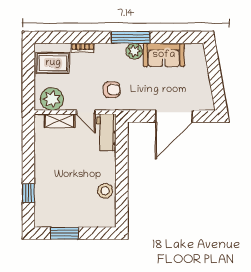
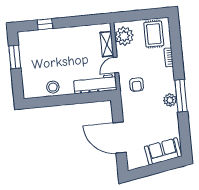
sofa: (164, 55) -> (163, 151), moved, turned 80
workbench: (106, 132) -> (95, 84), width x1.38

